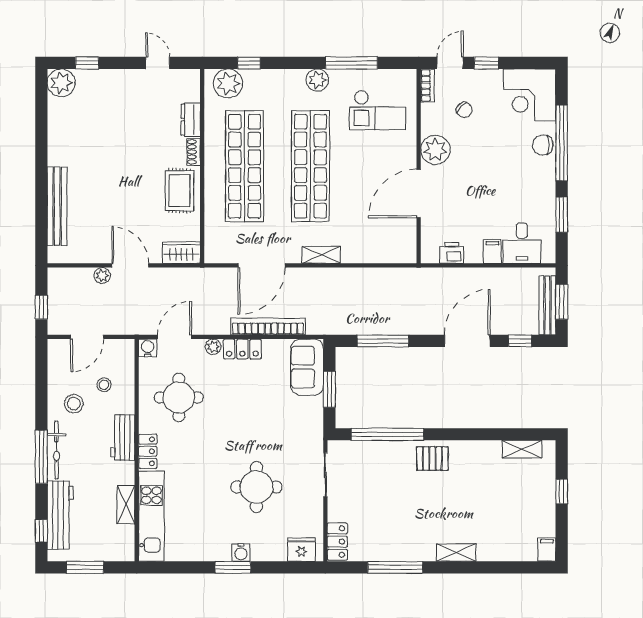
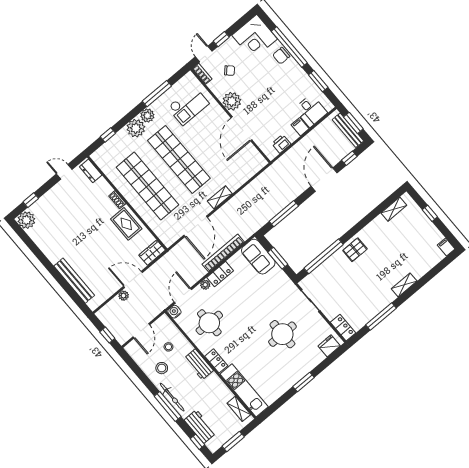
plant: (228, 84) -> (136, 128), moved
dresser: (191, 120) -> (91, 171), moved
shelving: (126, 505) -> (239, 409), moved
workbench: (60, 515) -> (200, 427), width x0.73
water cooler: (241, 552) -> (301, 372), removed

